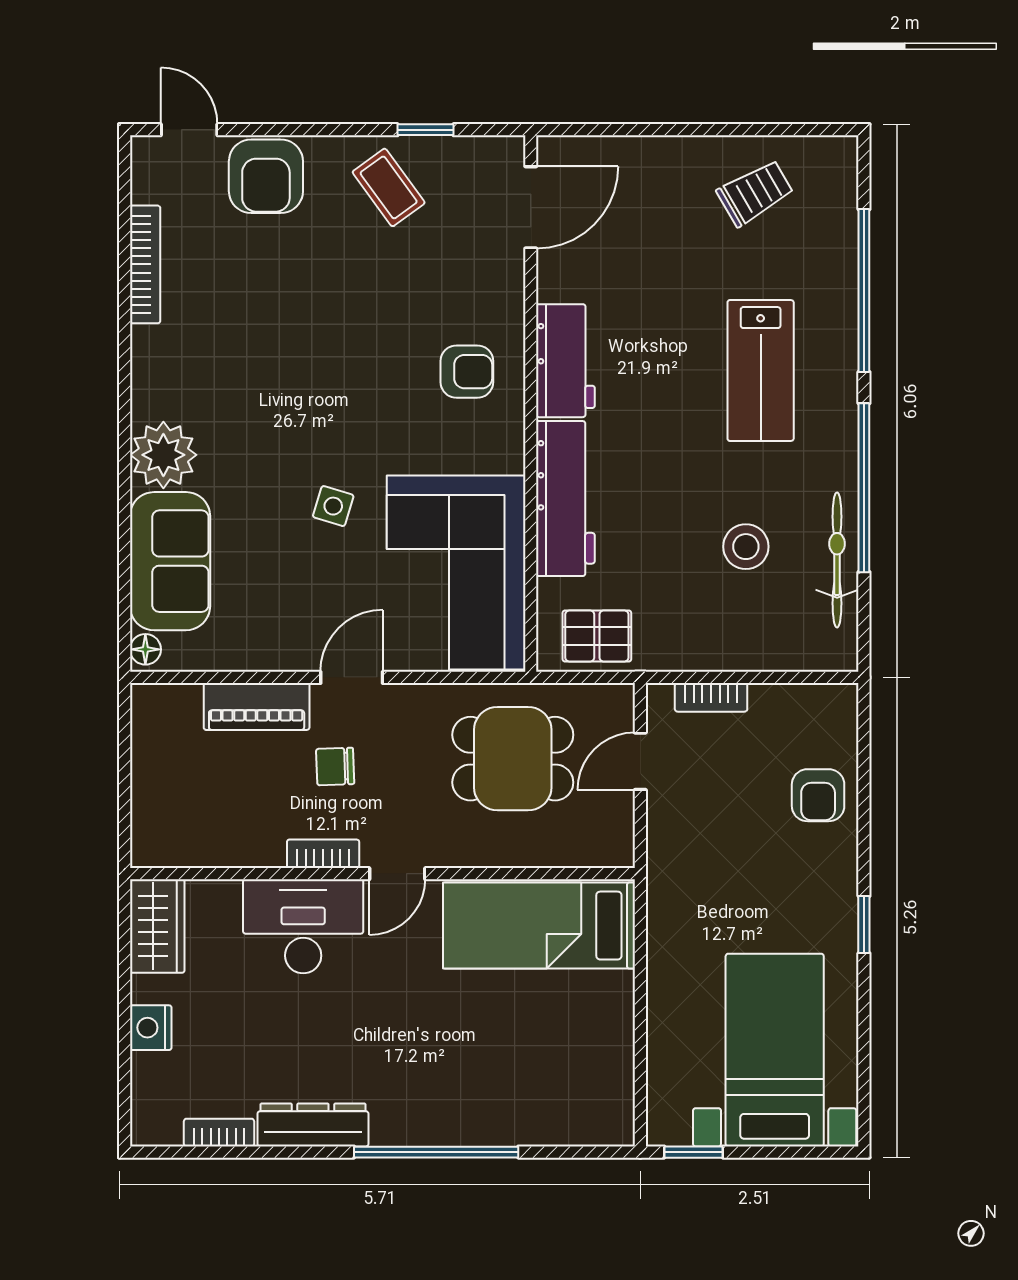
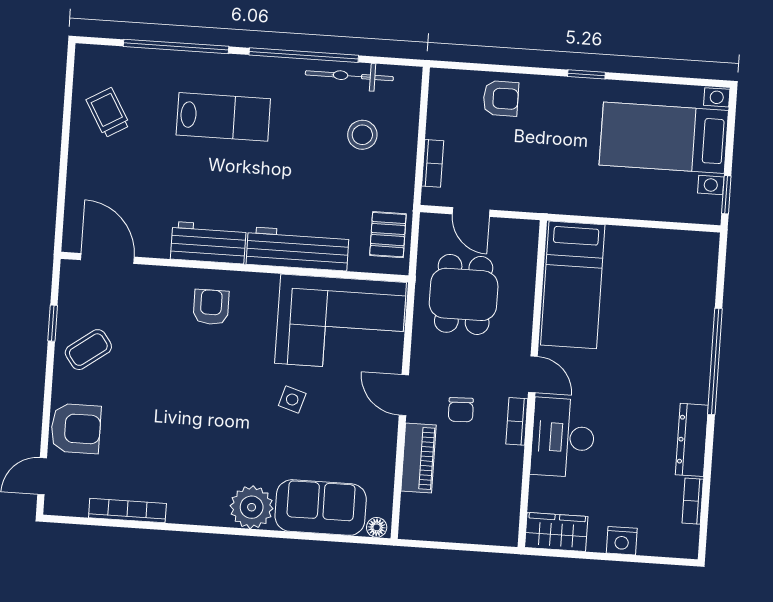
stool: (746, 547) -> (362, 135), moved

